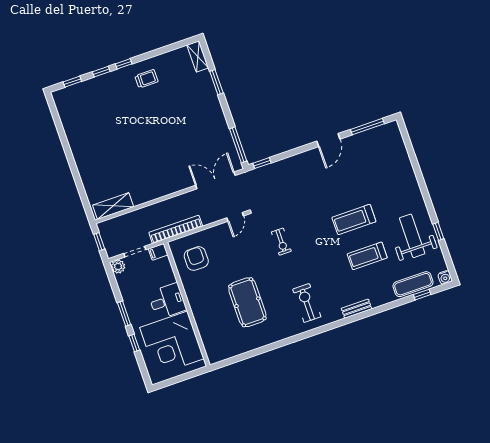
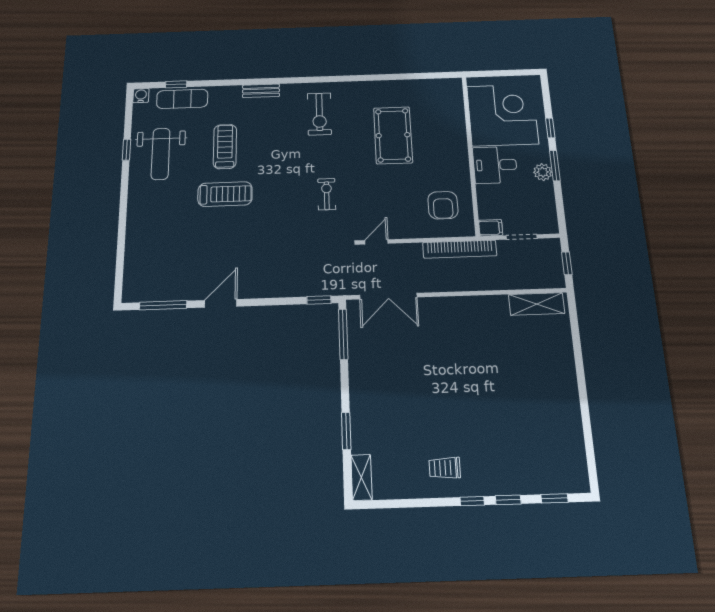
treadmill: (367, 256) -> (225, 147), turned -90
plant: (118, 266) -> (543, 172), moved

